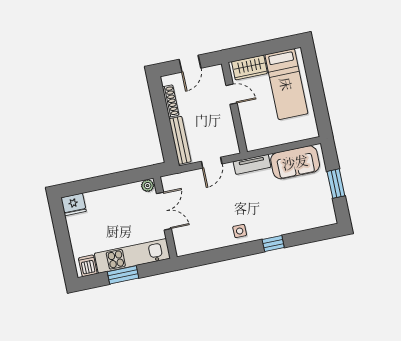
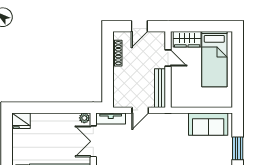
bench: (180, 140) -> (160, 88), moved
tv unit: (252, 164) -> (111, 118), moved
double door: (164, 211) -> (93, 141), swing flipped

